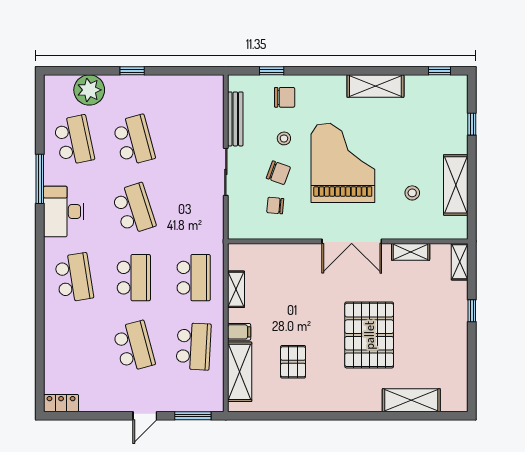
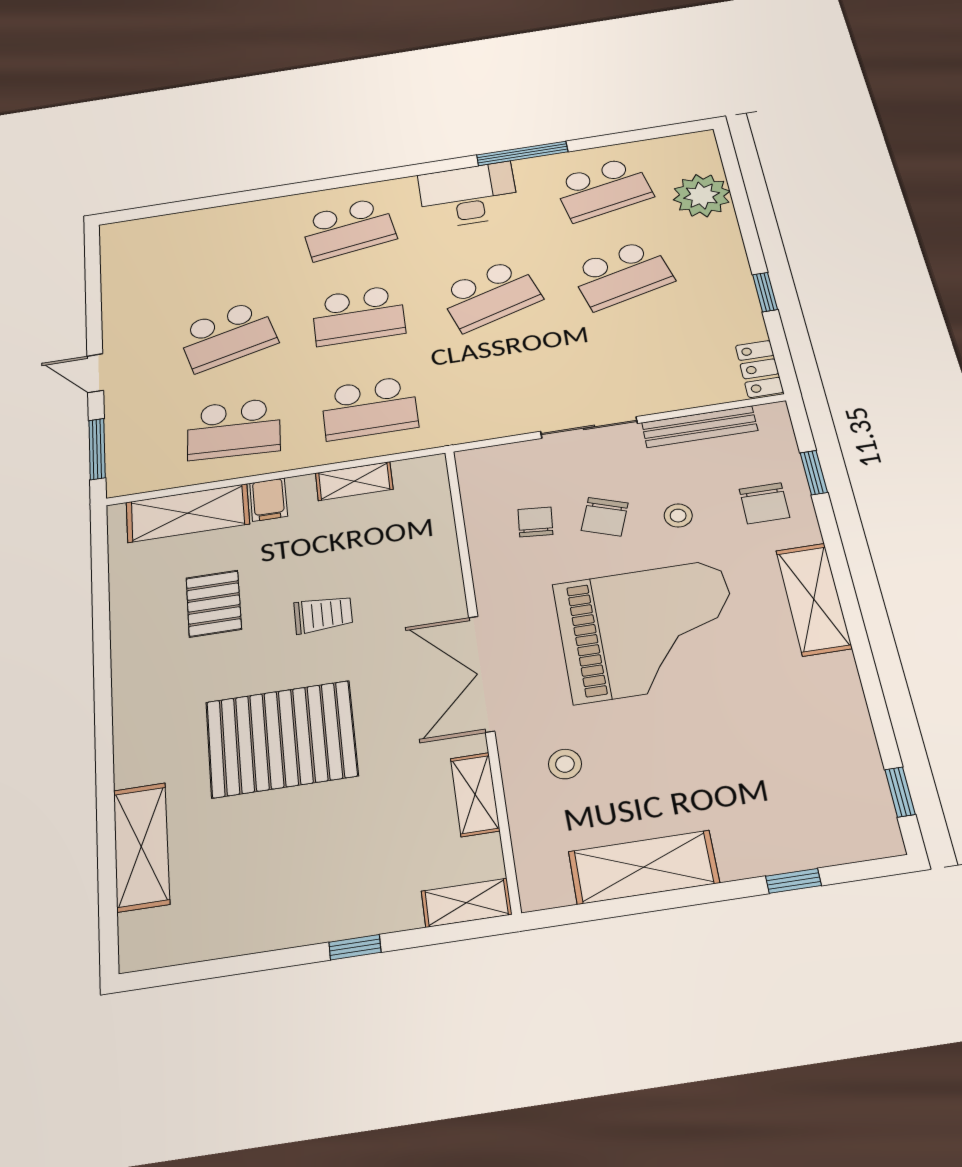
window: (132, 71) -> (765, 292), moved
shelving: (375, 86) -> (814, 599), moved
stool: (412, 193) -> (565, 764), moved
trolley: (308, 311) -> (323, 614), added
pallet: (293, 362) -> (214, 604), turned 90
locker: (61, 403) -> (759, 369), moved, turned 180

